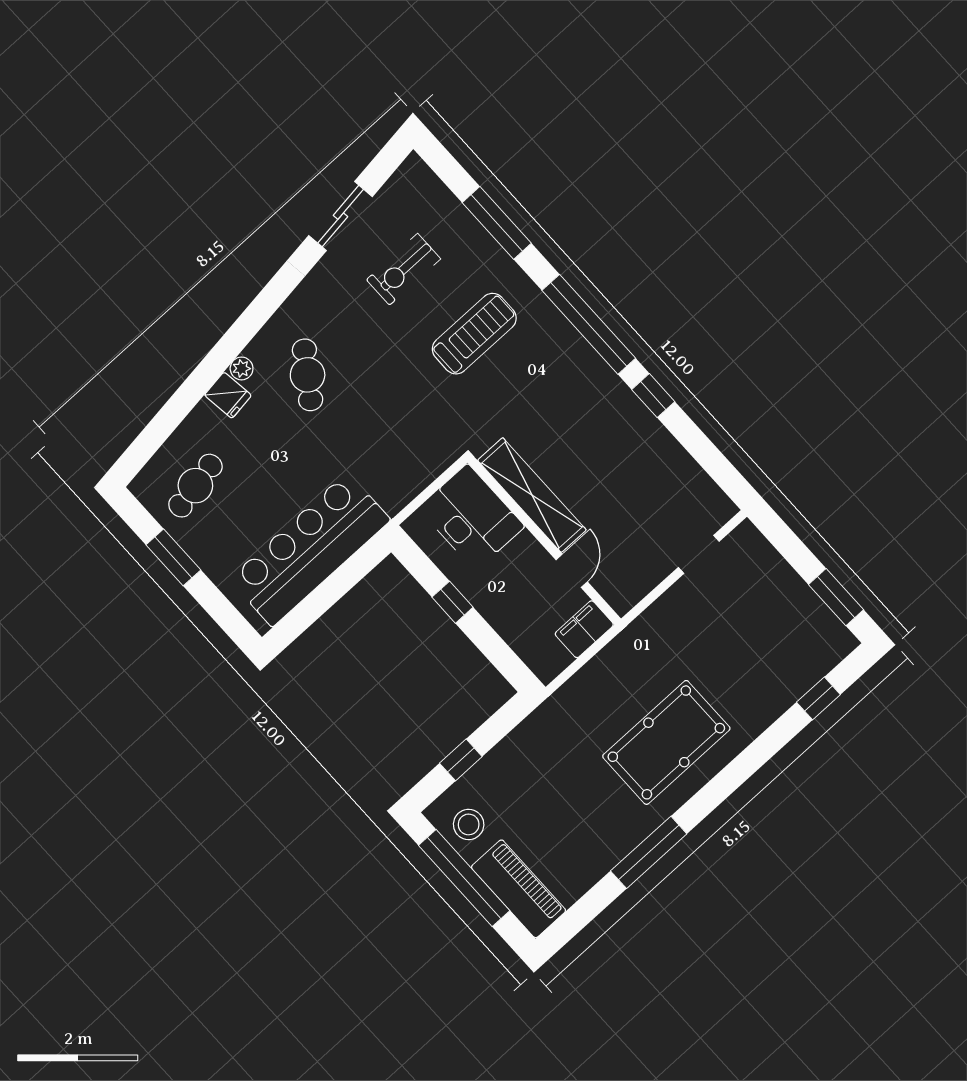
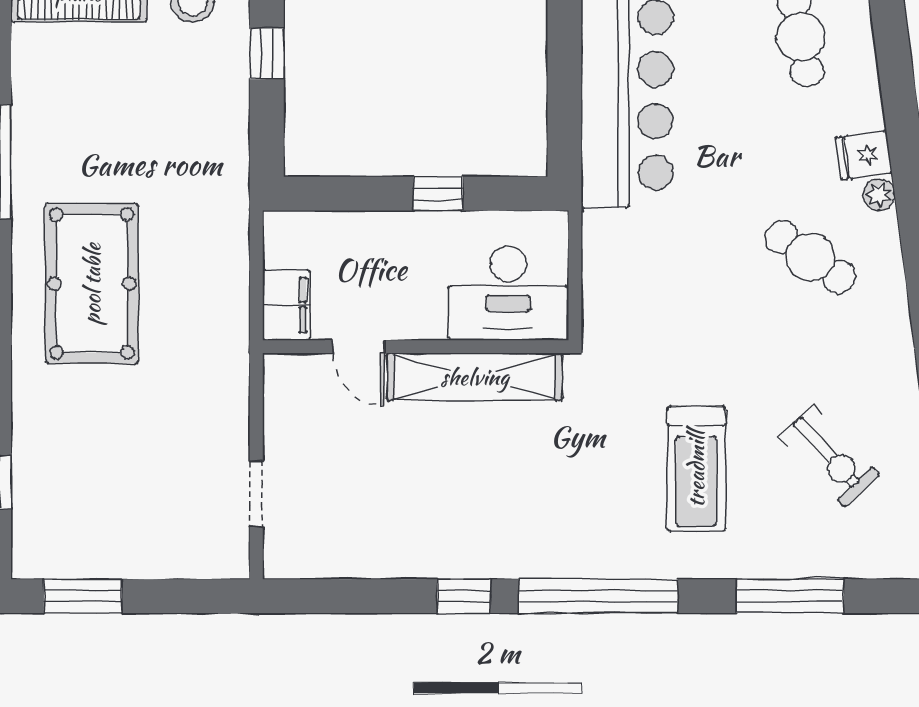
exercise bike: (403, 269) -> (829, 456), turned 137

